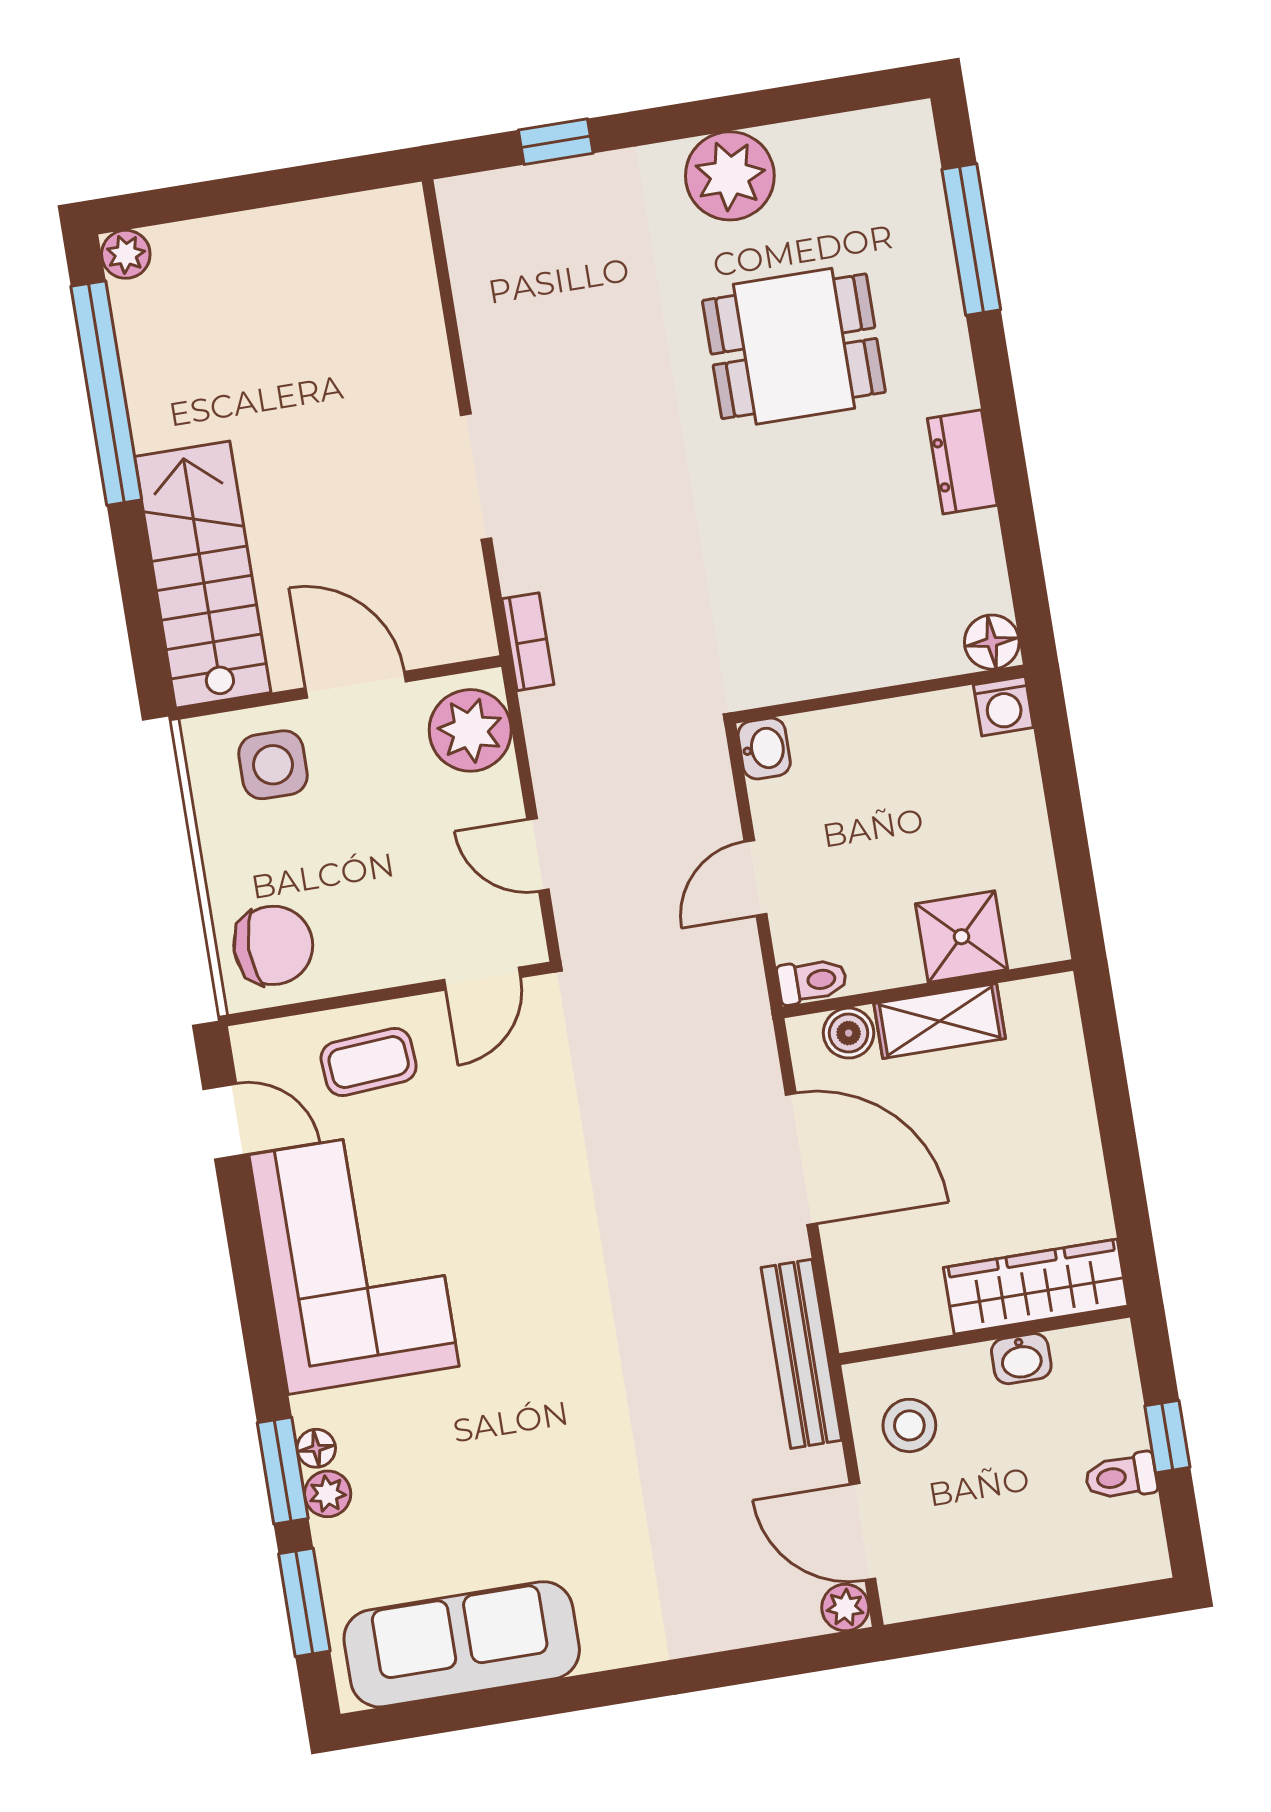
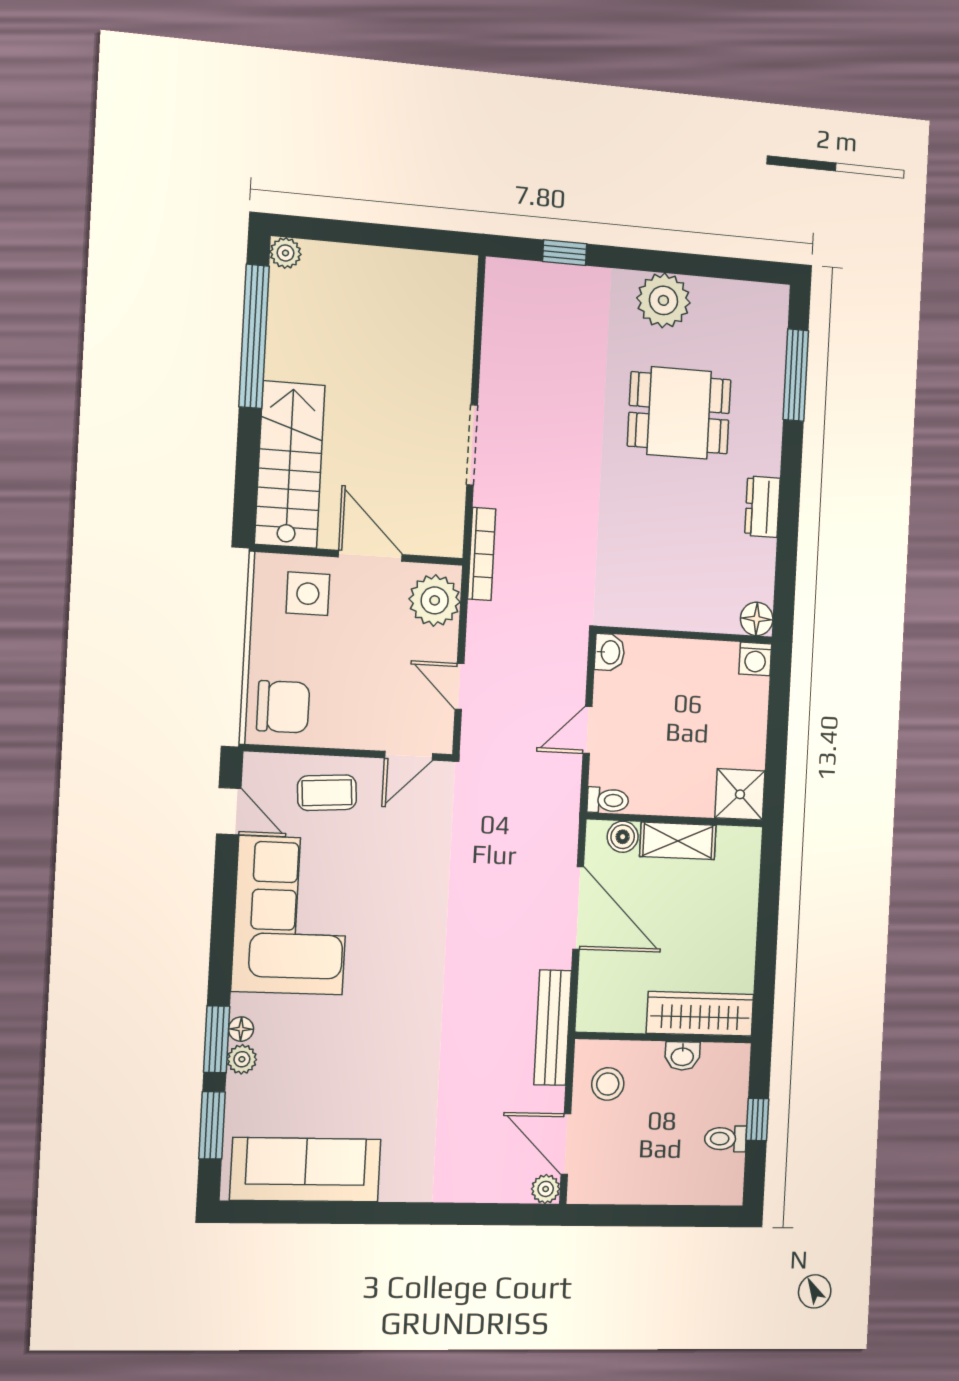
bookcase: (528, 642) -> (482, 554), width x1.56
shower: (961, 937) -> (740, 794), moved

